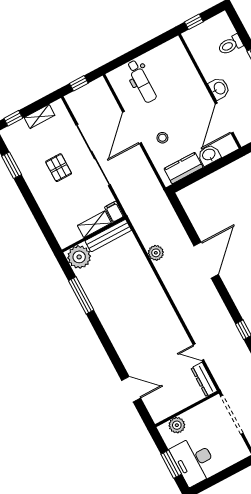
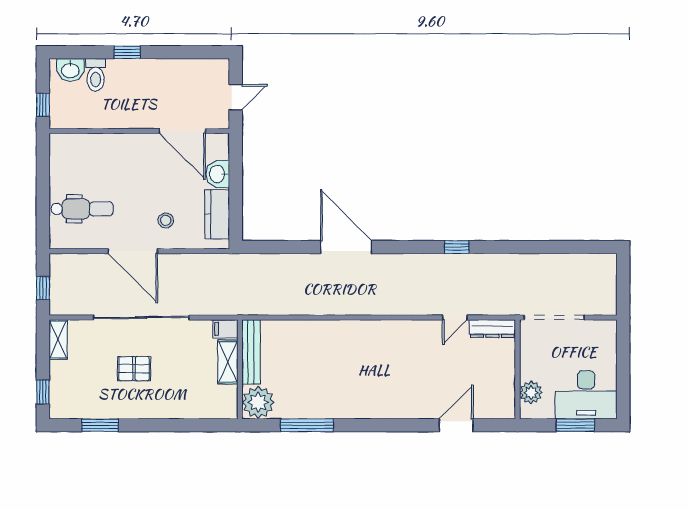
washbasin: (219, 88) -> (70, 70), moved, turned 180
shelving: (40, 116) -> (58, 339), moved
plant: (156, 253) -> (304, 305), removed

